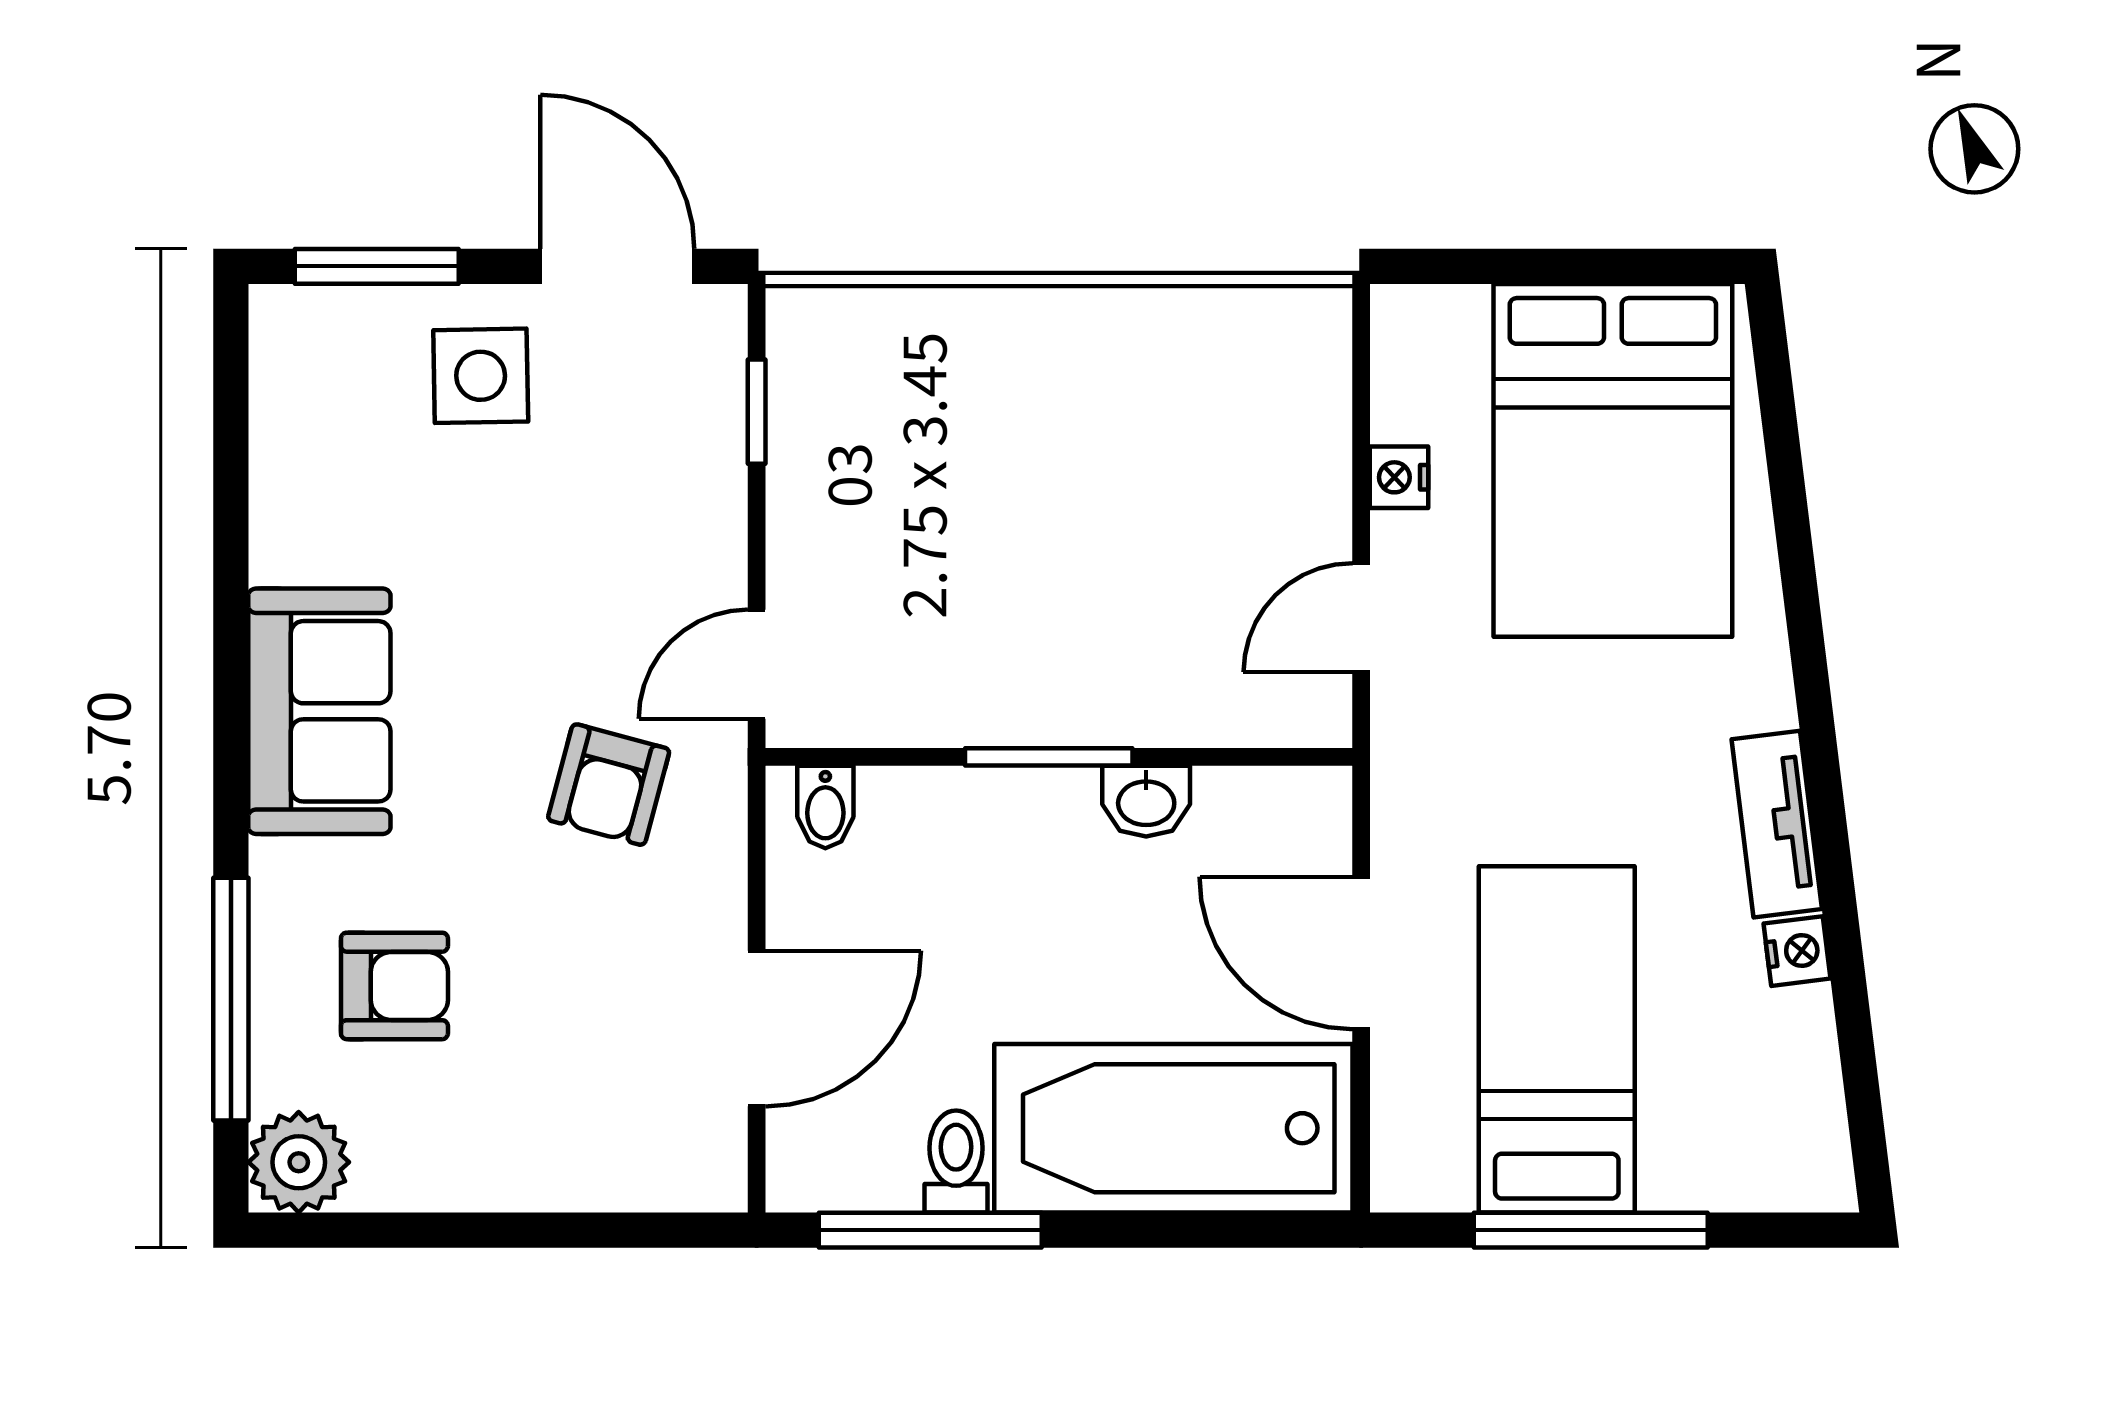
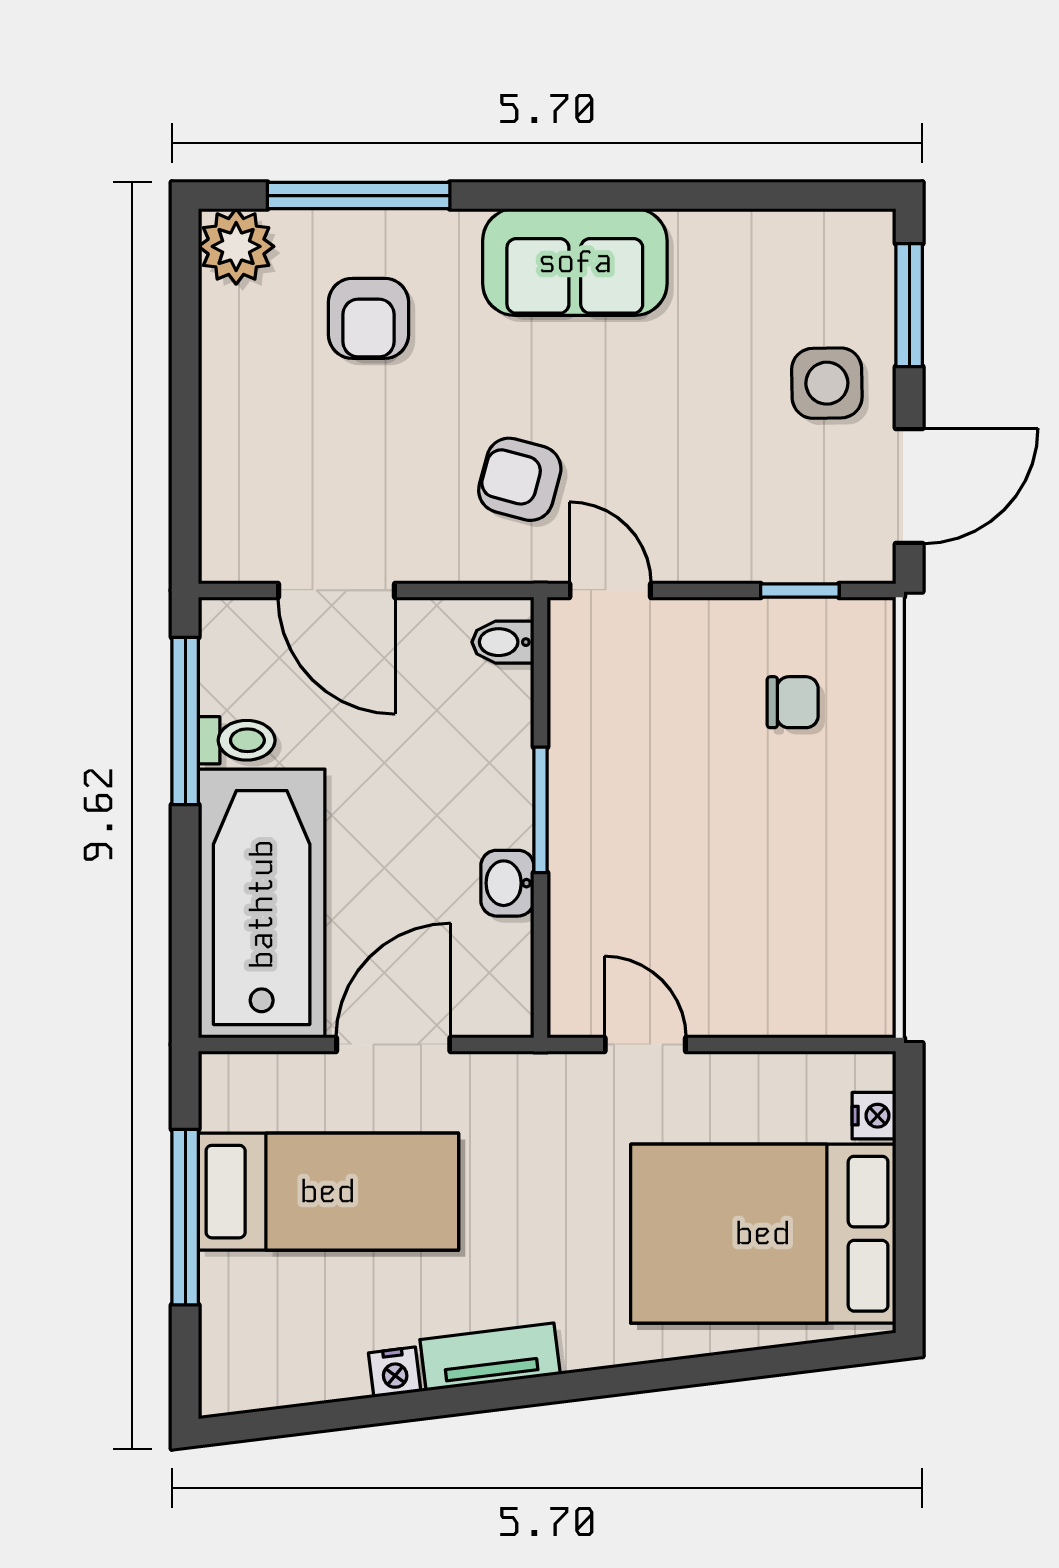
chair: (905, 421) -> (793, 702), added
nightstand: (1399, 477) -> (874, 1116), moved, turned 90

